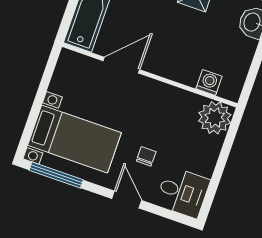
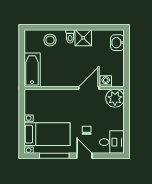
door: (121, 65) -> (89, 88), moved
window: (56, 175) -> (54, 156), moved

